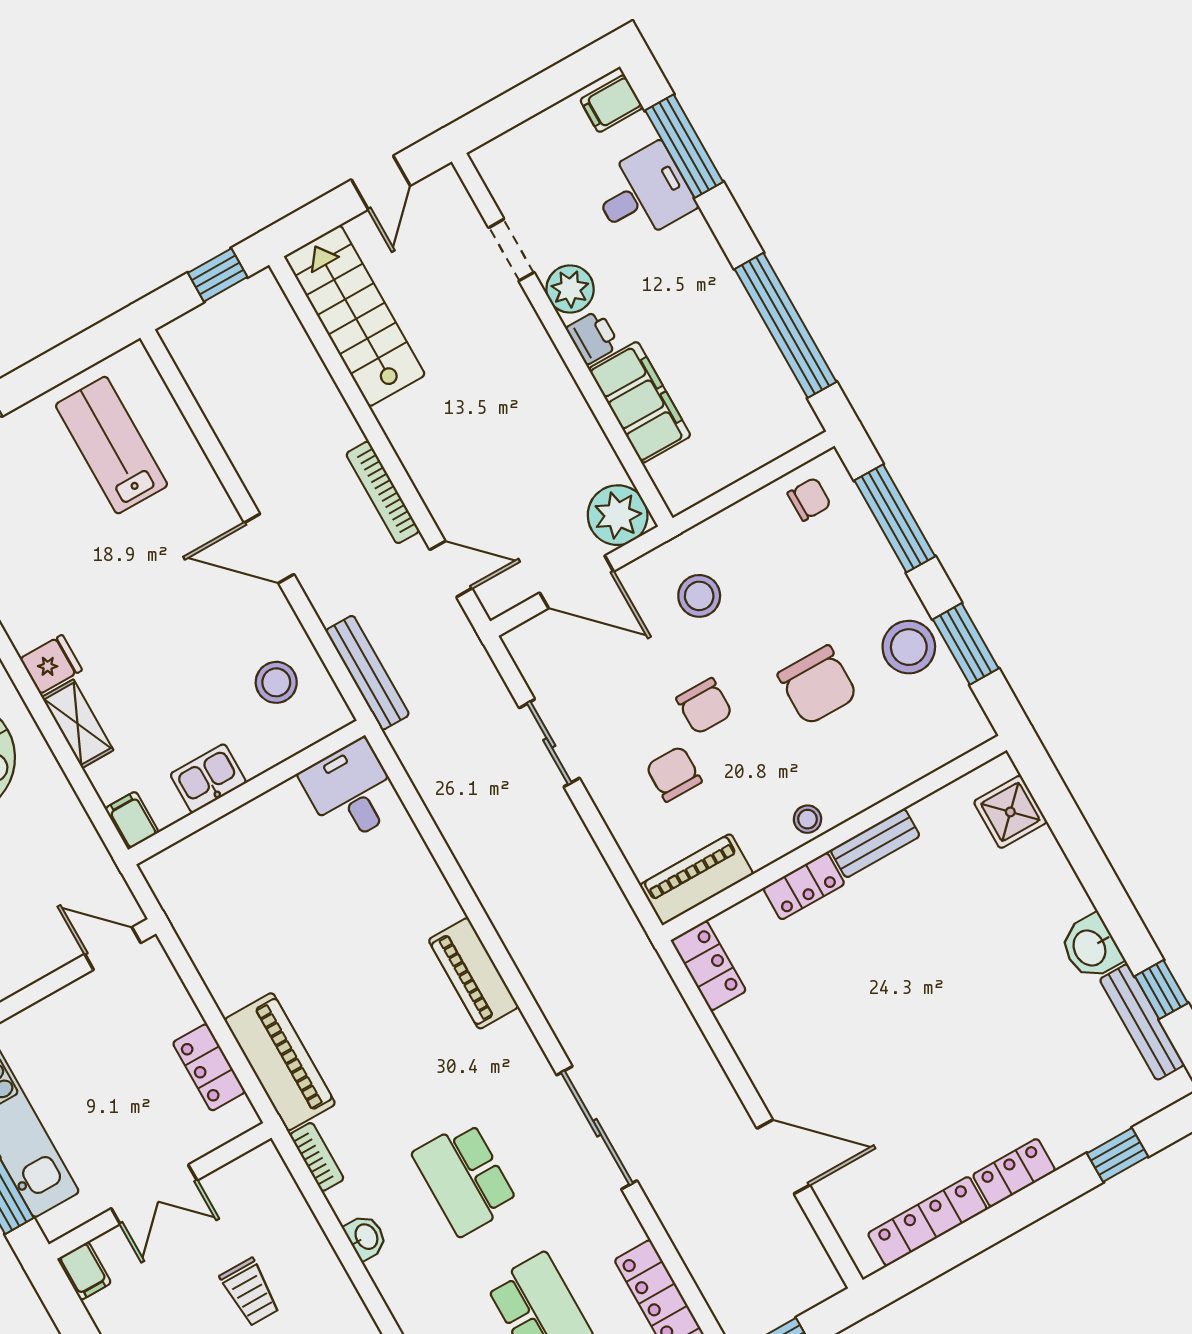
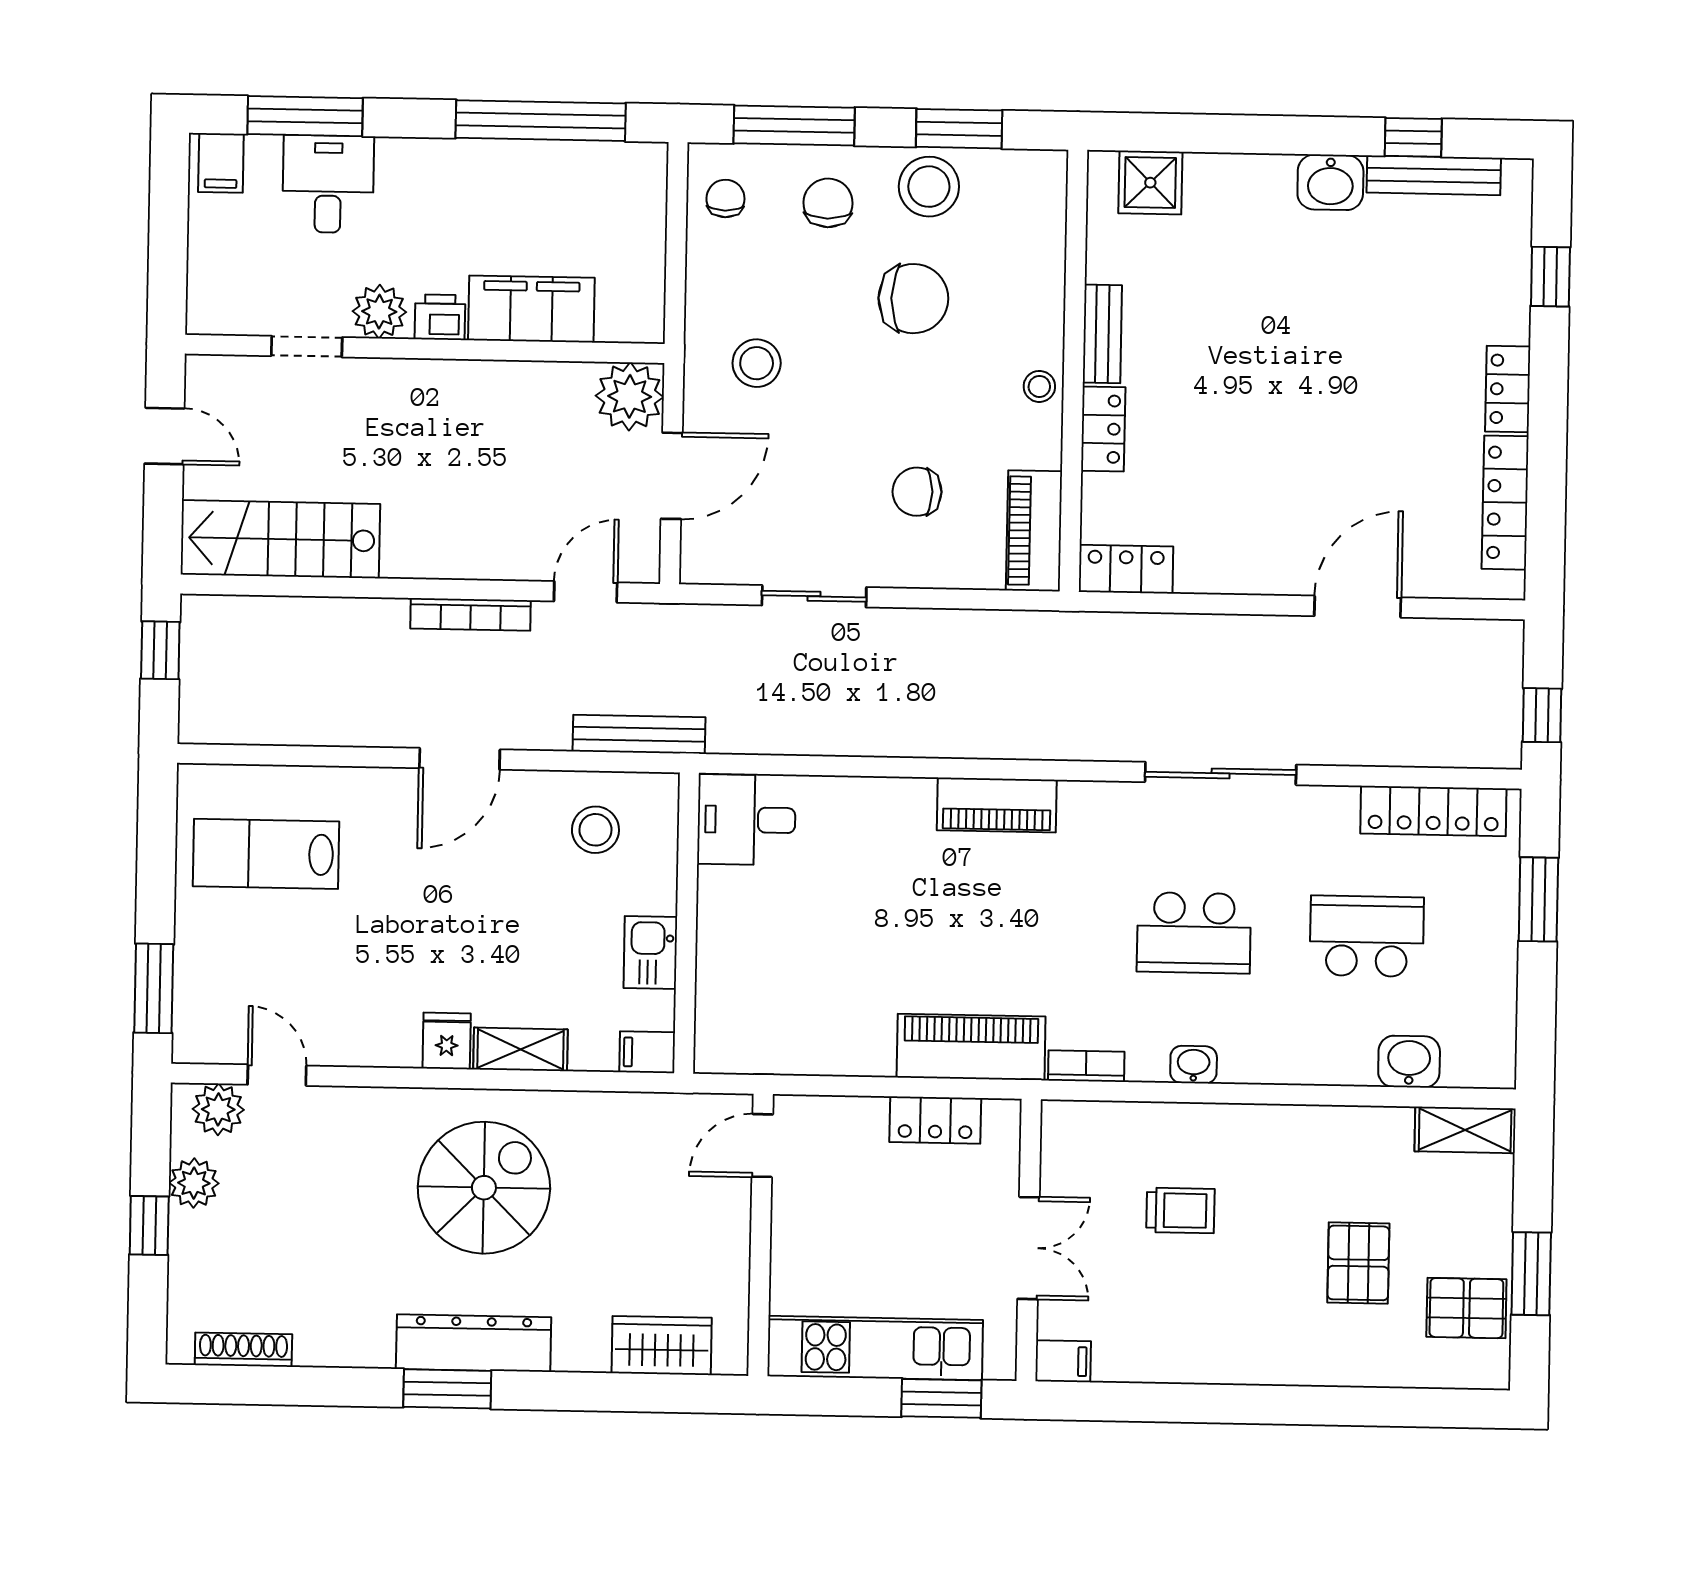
chair: (704, 706) -> (828, 203), moved, turned -90

